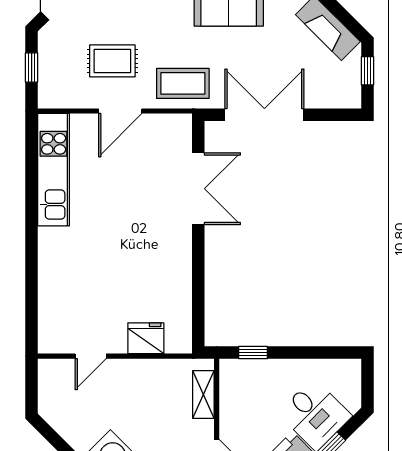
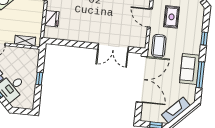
double door: (264, 115) -> (142, 79), width x1.36
window: (253, 353) -> (39, 79), moved

